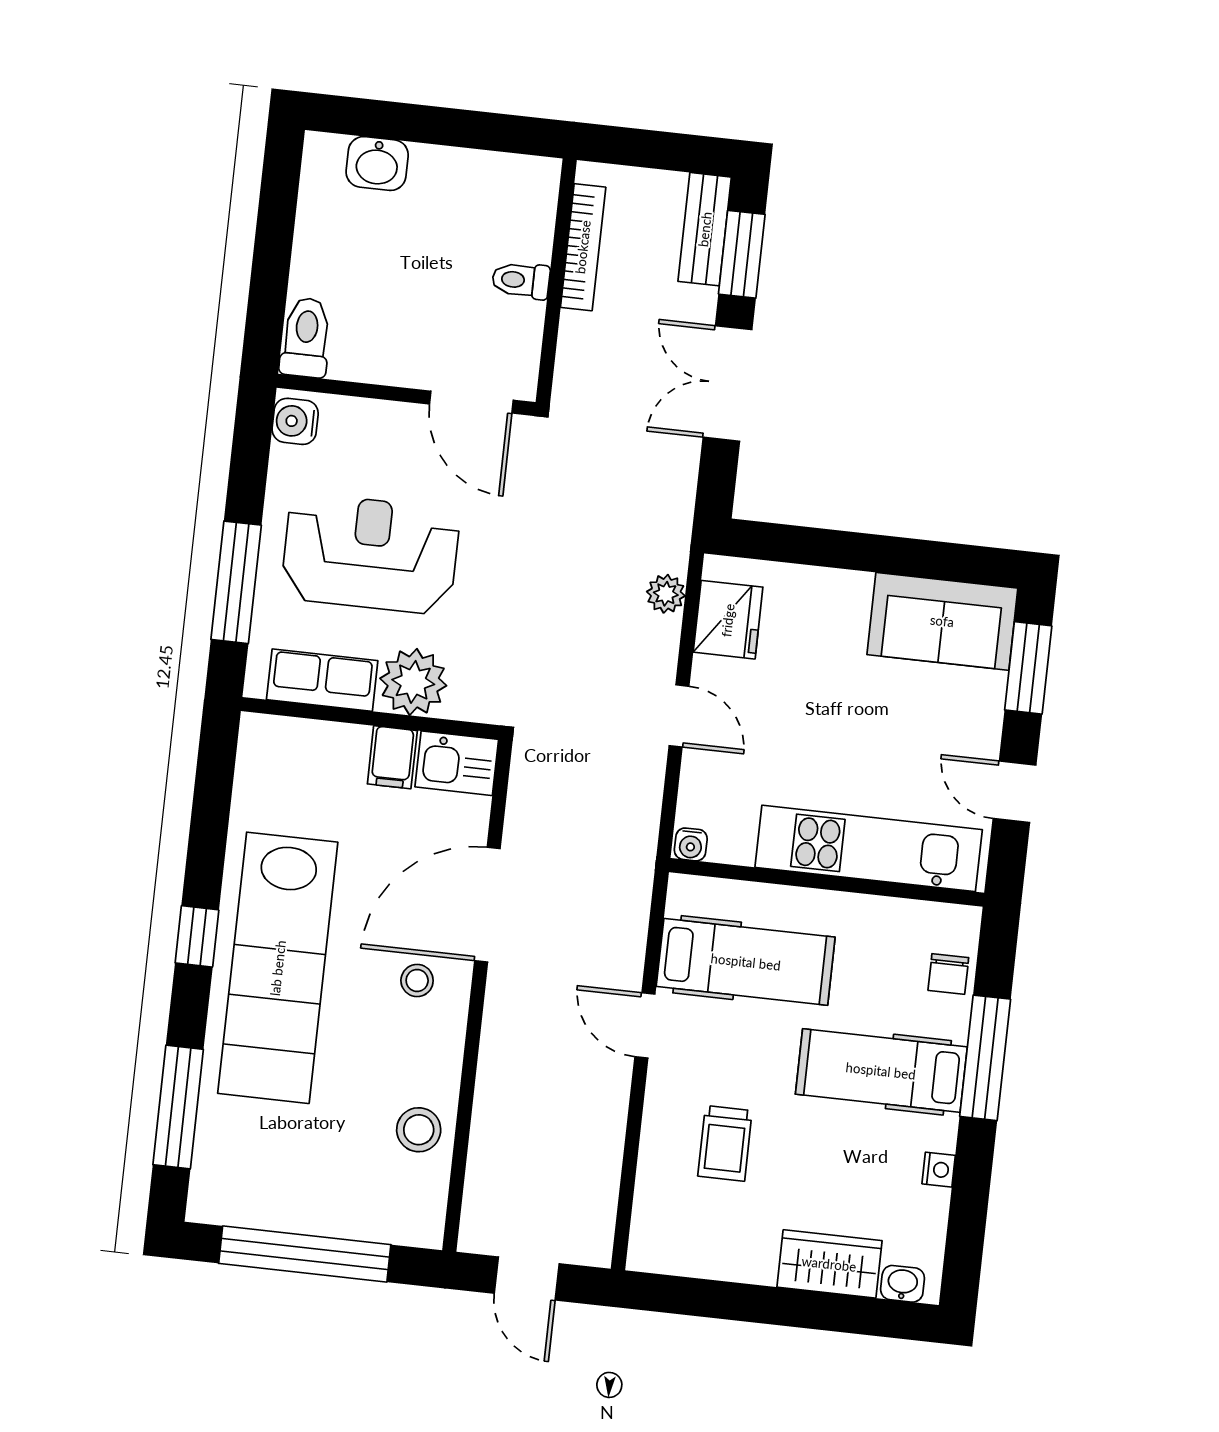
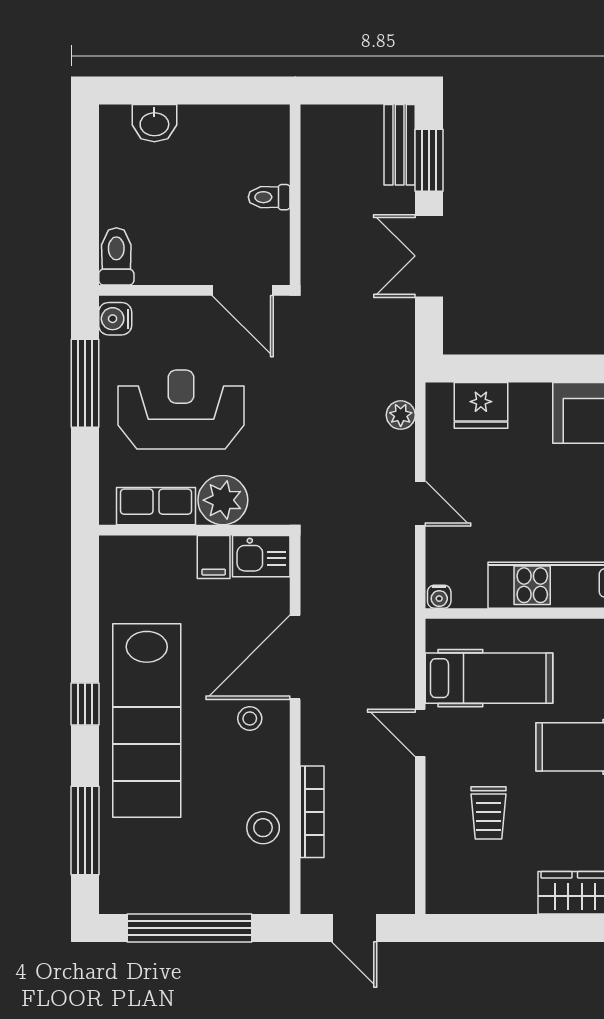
bookcase: (583, 247) -> (312, 812), moved
window: (236, 582) -> (85, 383), moved
fridge: (728, 620) -> (481, 405), moved, turned 90

